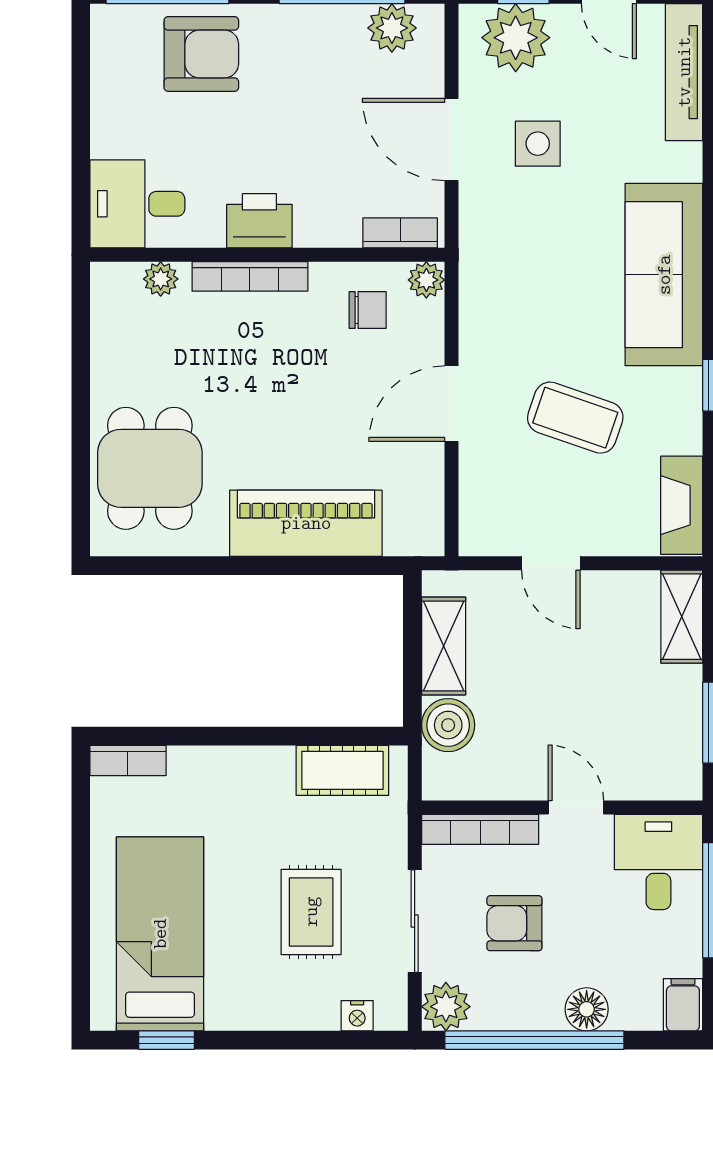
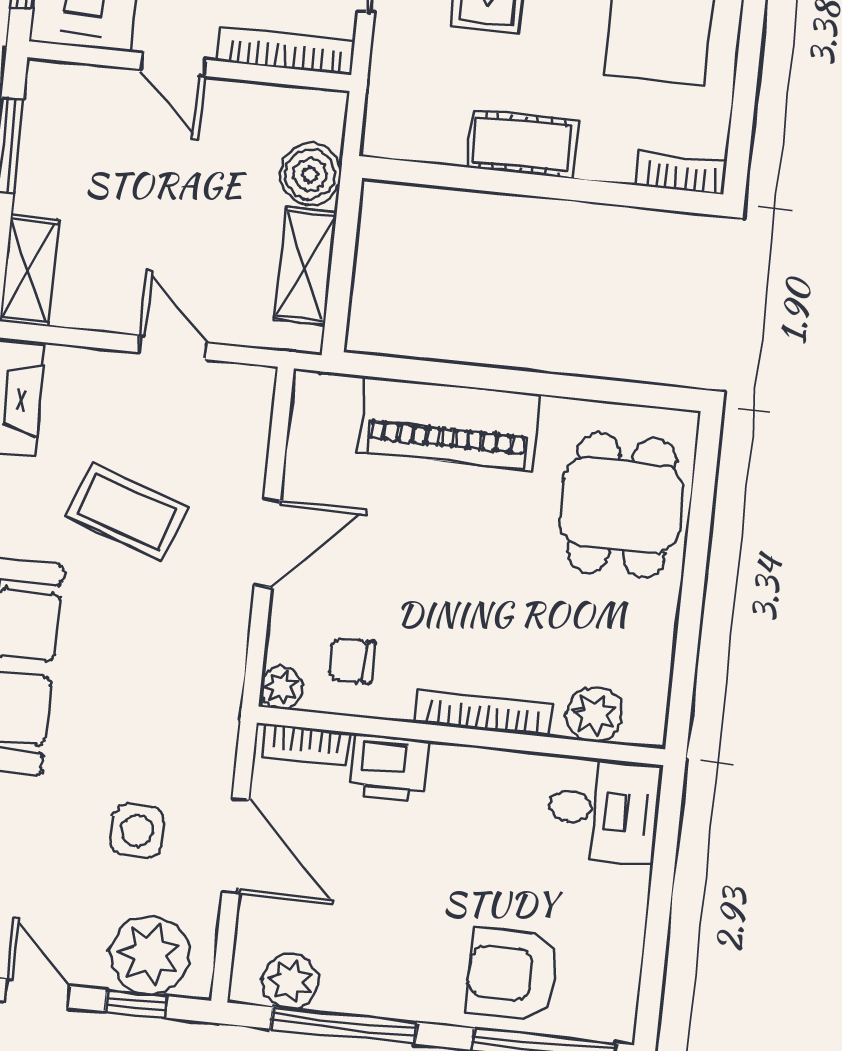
printer: (259, 221) -> (389, 768), moved
plant: (161, 279) -> (594, 714), width x1.38, depth x1.38
cot: (342, 770) -> (522, 144), moved

